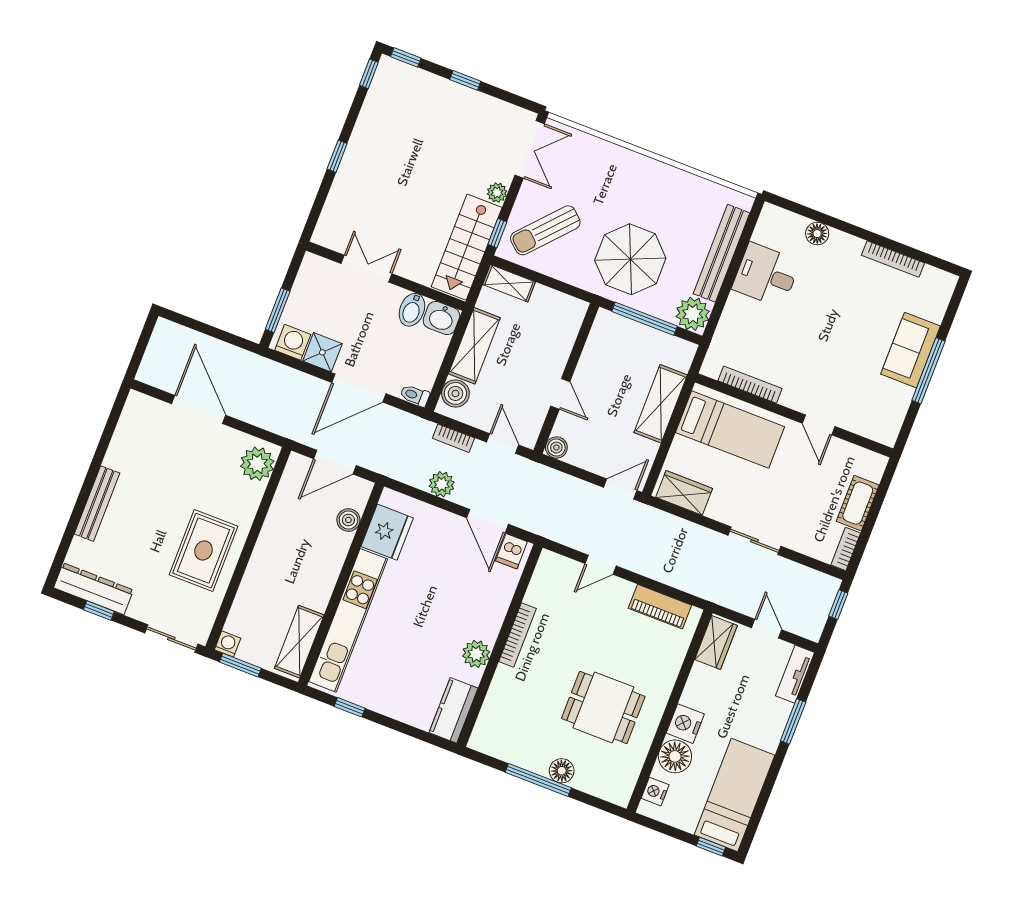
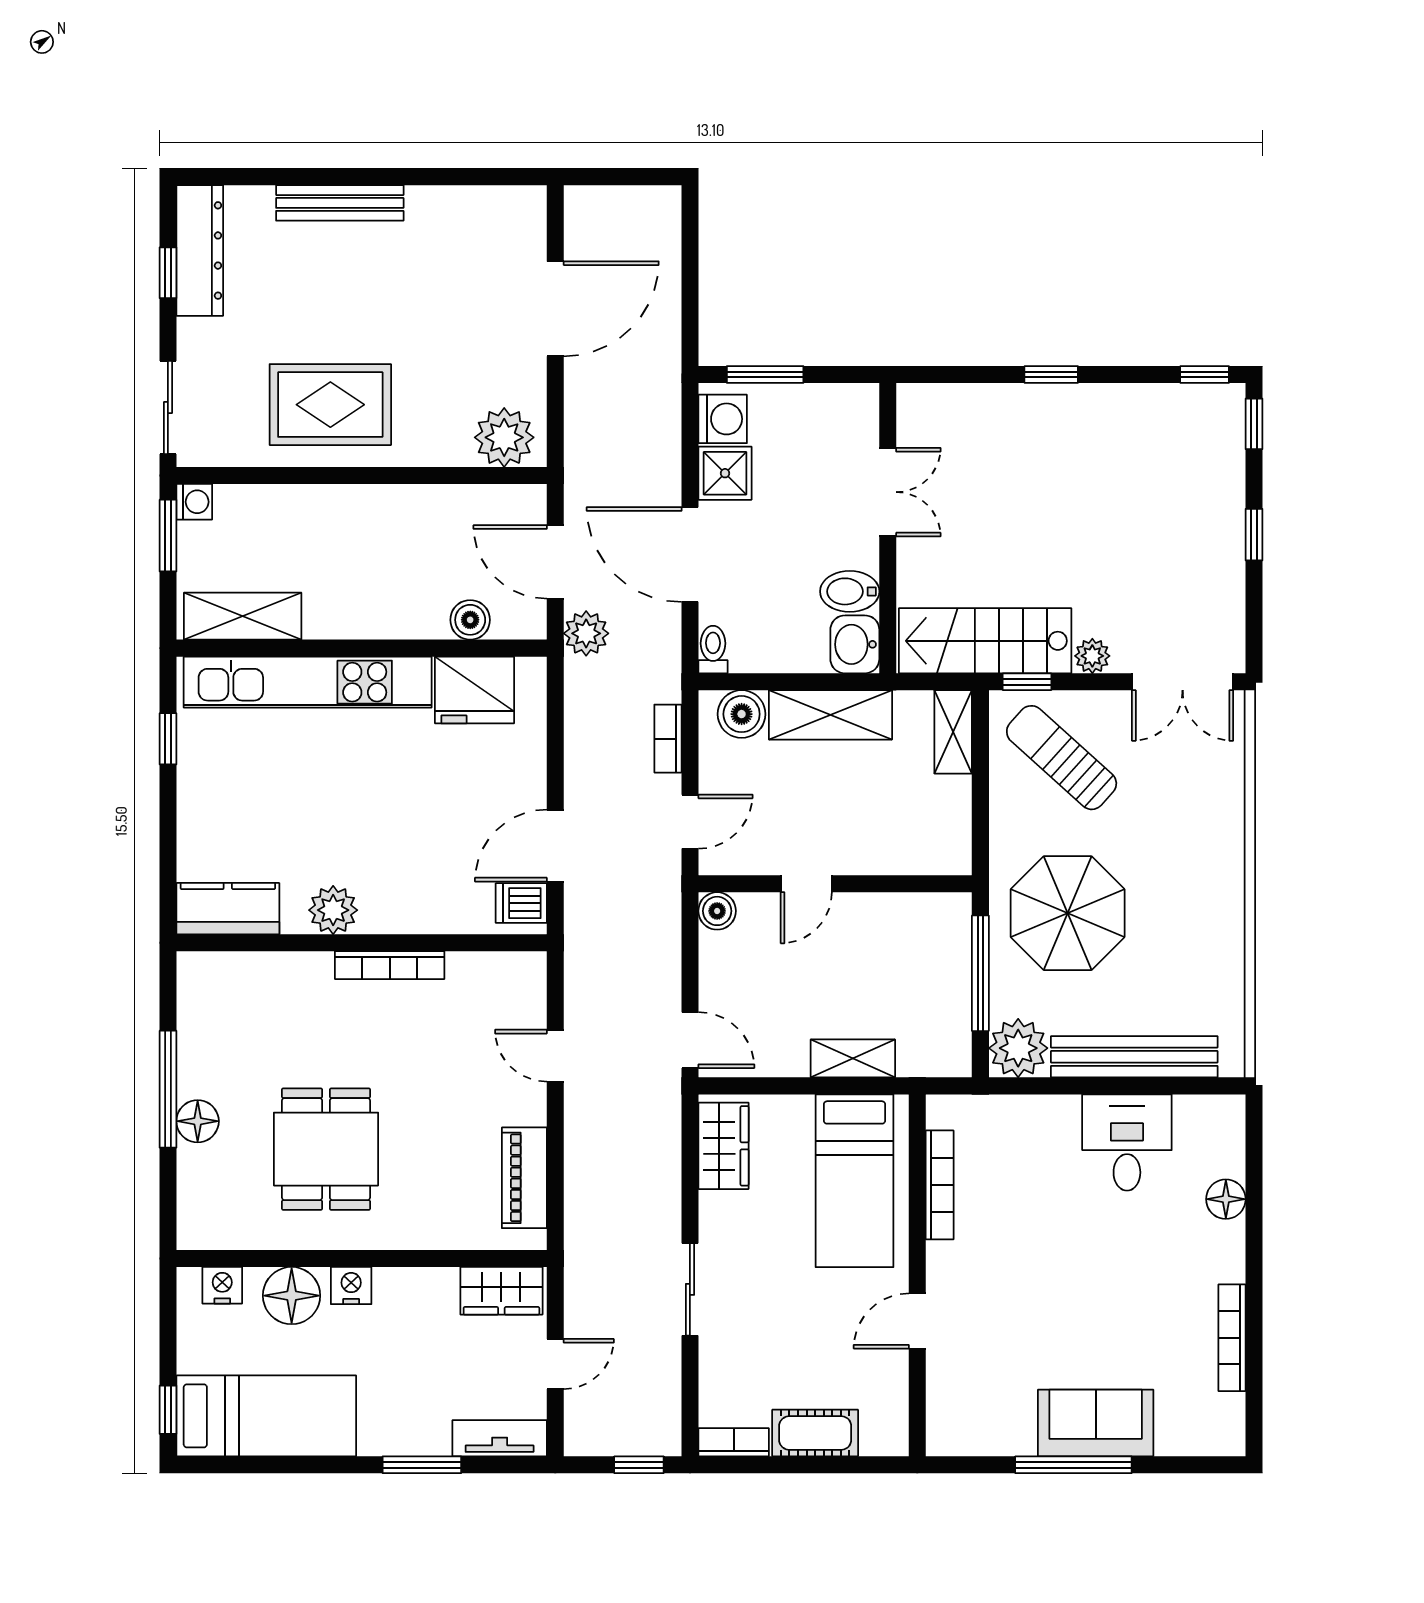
shelving: (661, 404) -> (853, 1058), width x0.67, depth x0.75
plant: (442, 484) -> (586, 633), moved
nightstand: (685, 724) -> (351, 1286), width x0.74, depth x0.75

